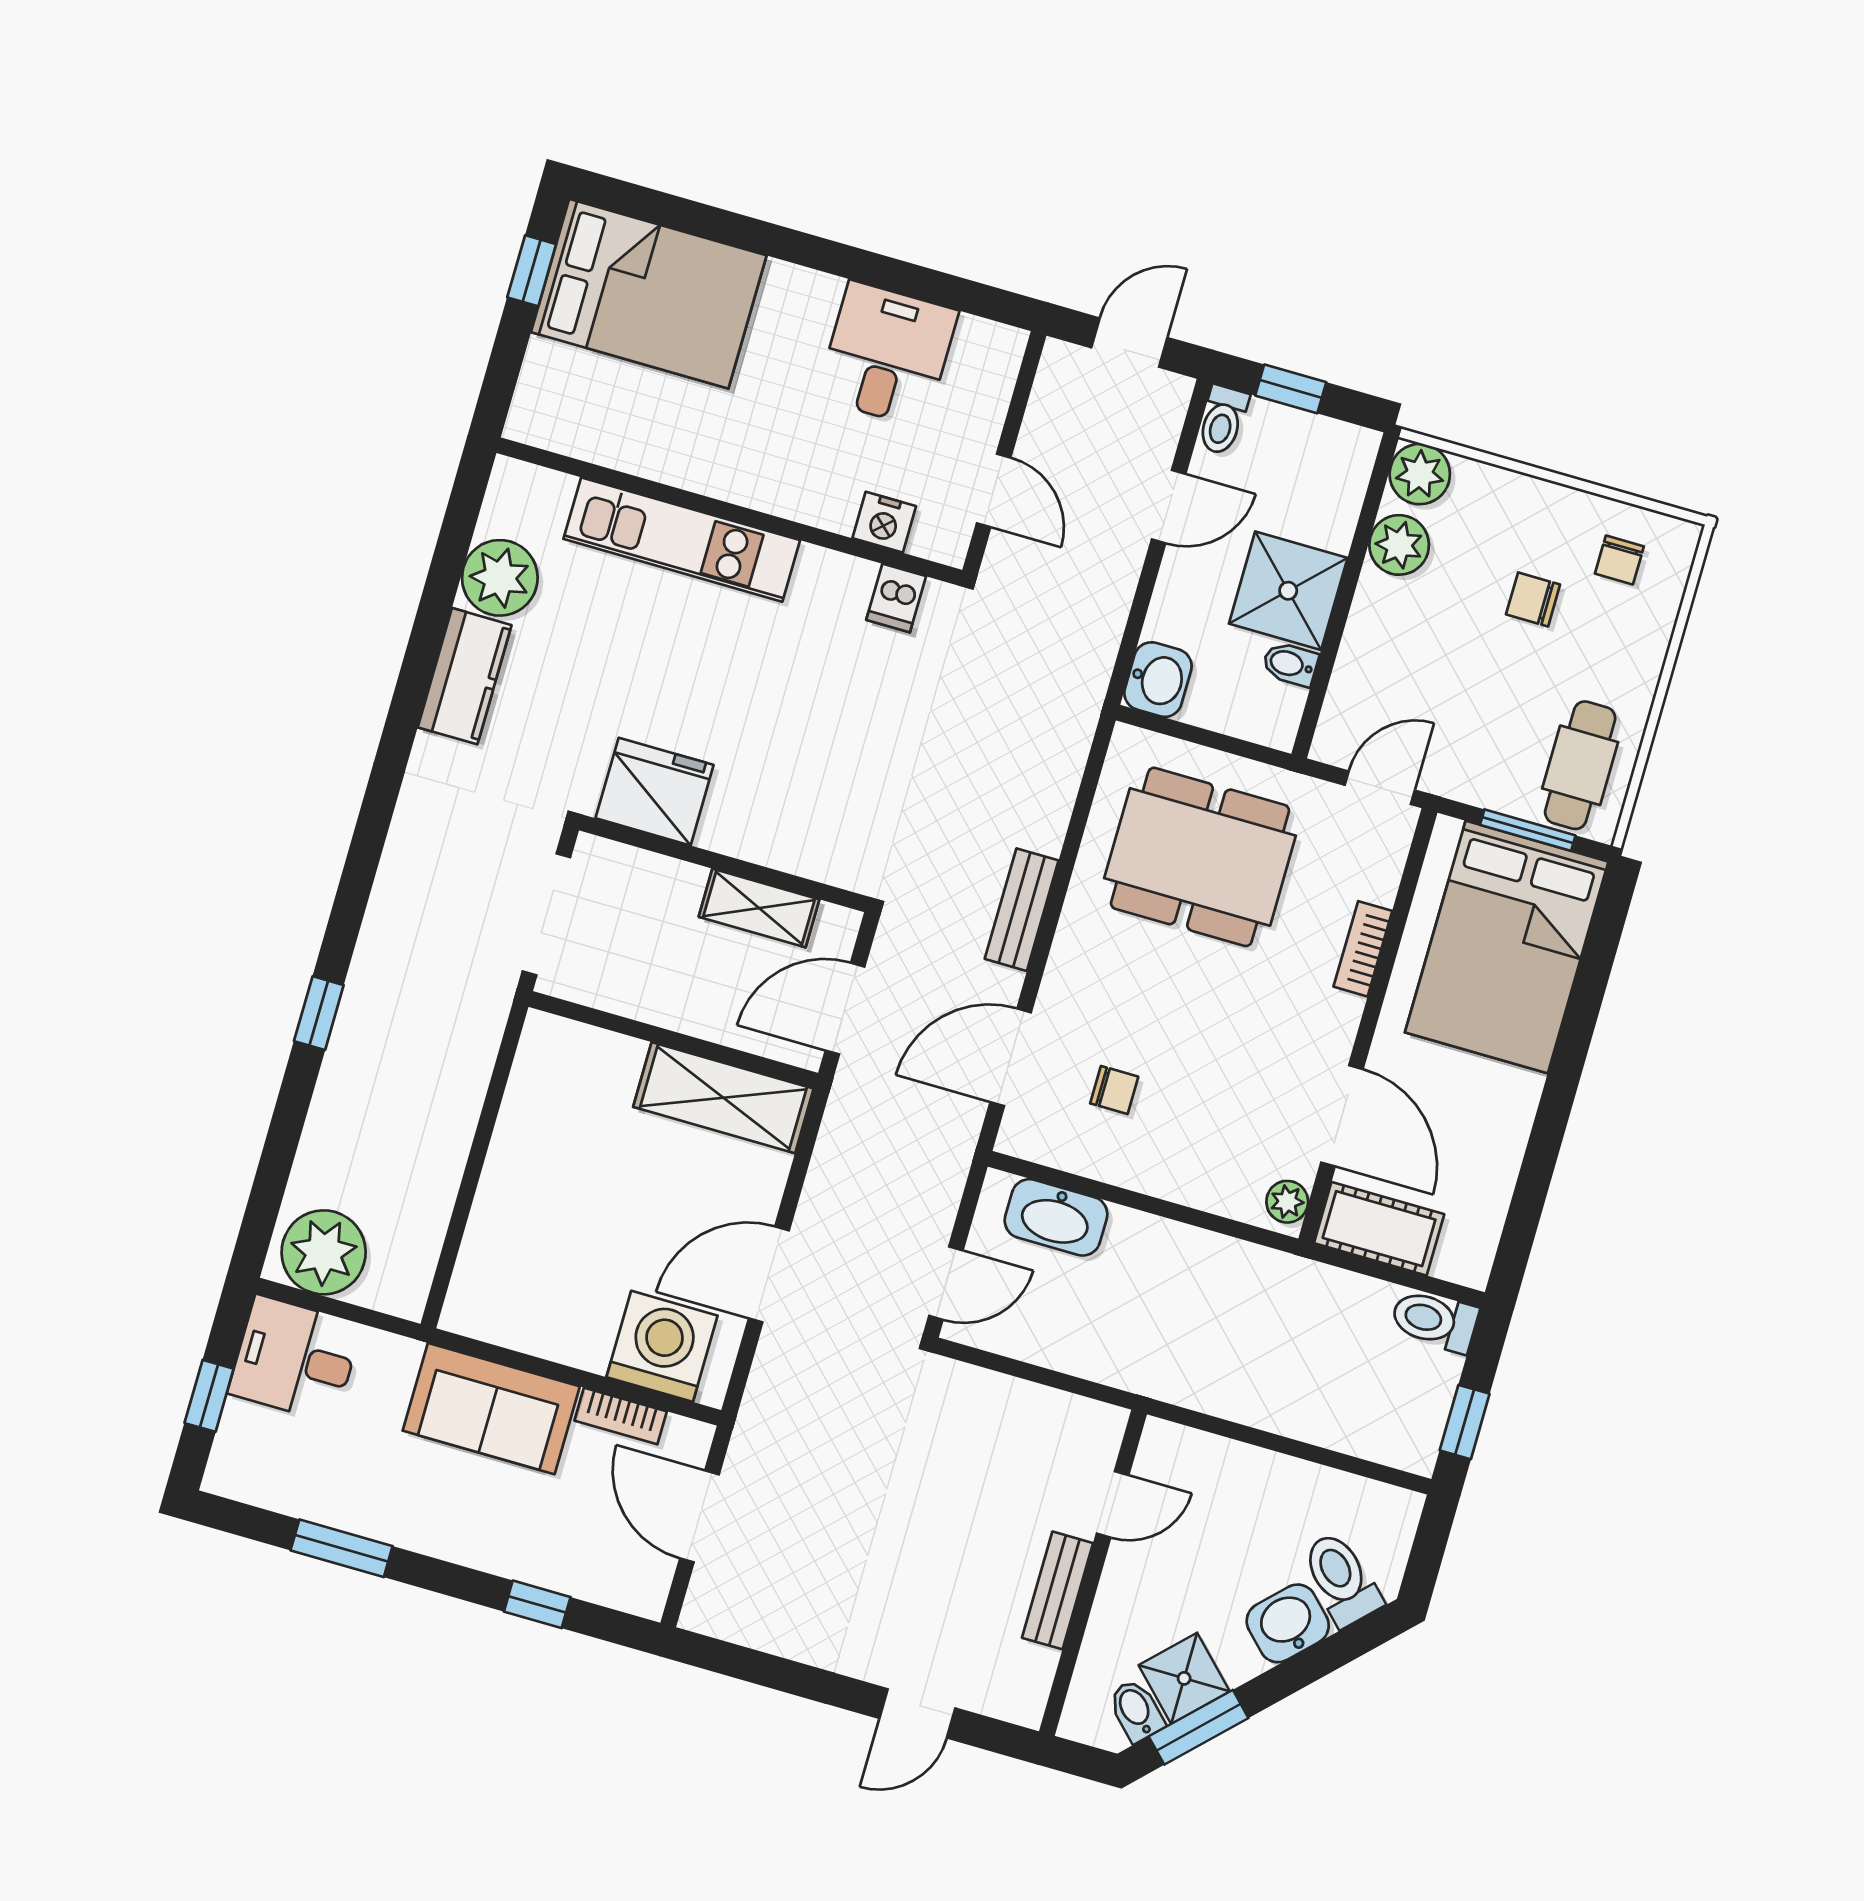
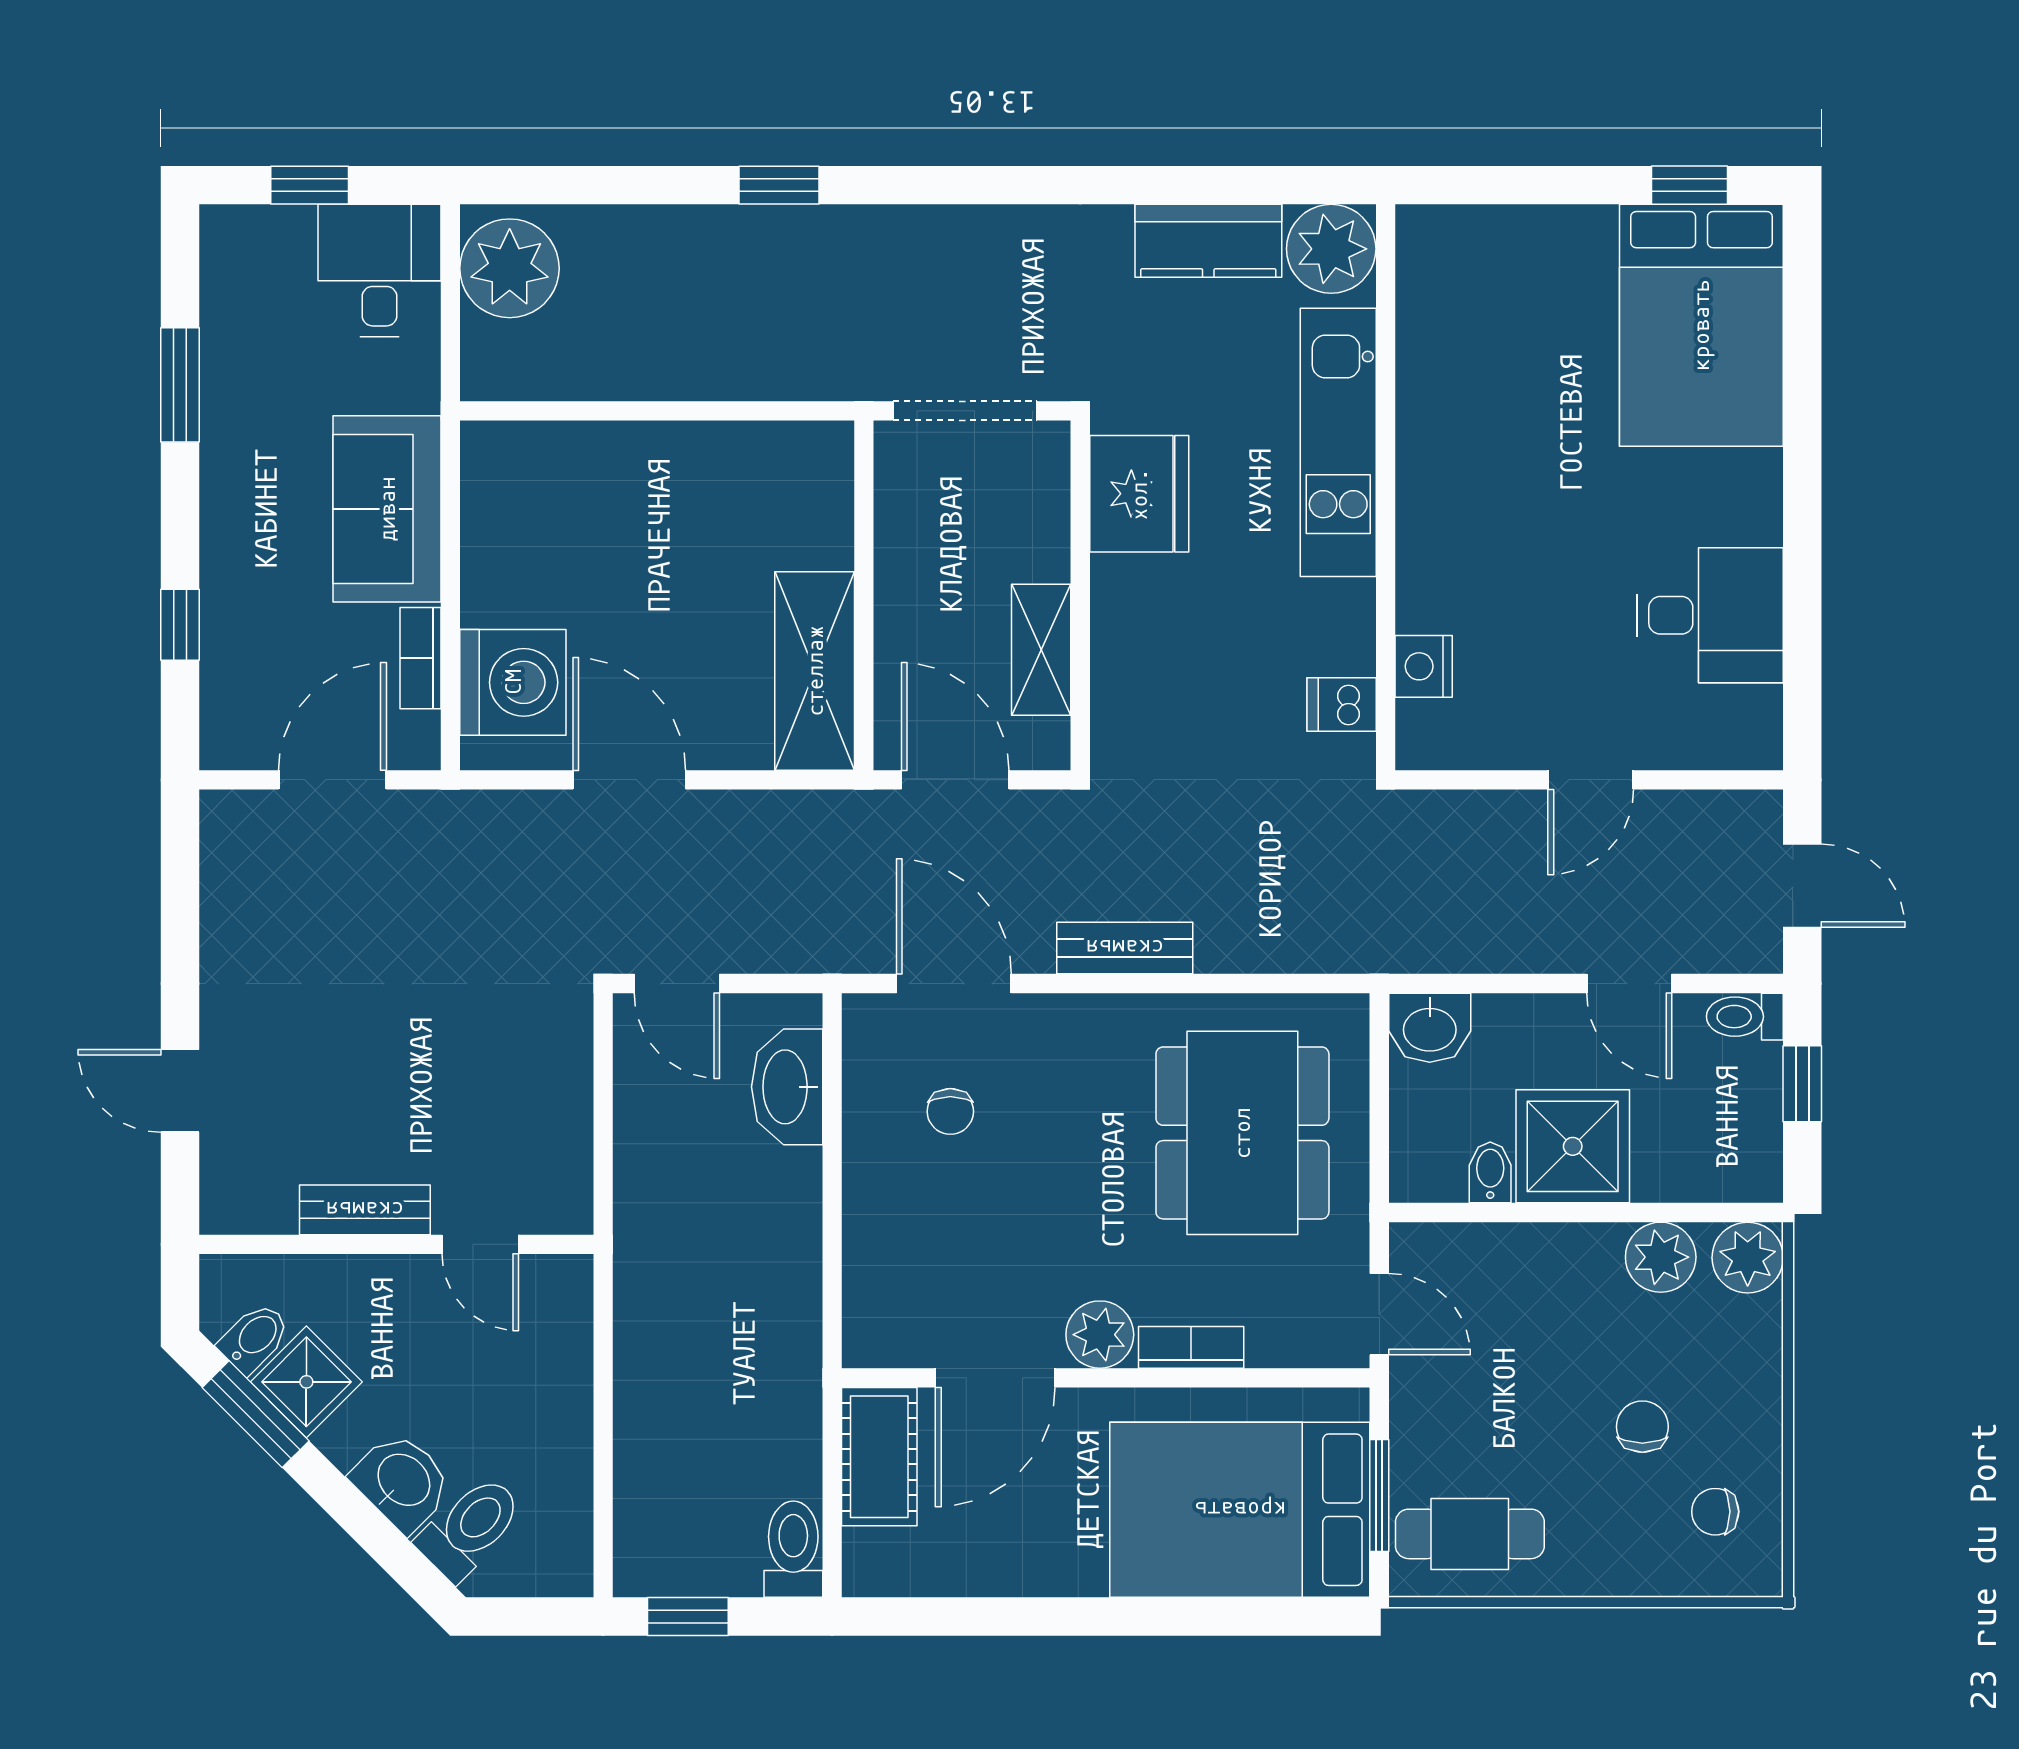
wall: (729, 511) -> (1386, 487), moved
nightstand: (884, 522) -> (1424, 666), moved
kitchen unit: (682, 540) -> (1338, 442), moved
dishwasher: (896, 598) -> (1342, 704), moved
plant: (1287, 1202) -> (1100, 1335), moved, width x1.38, depth x1.38

